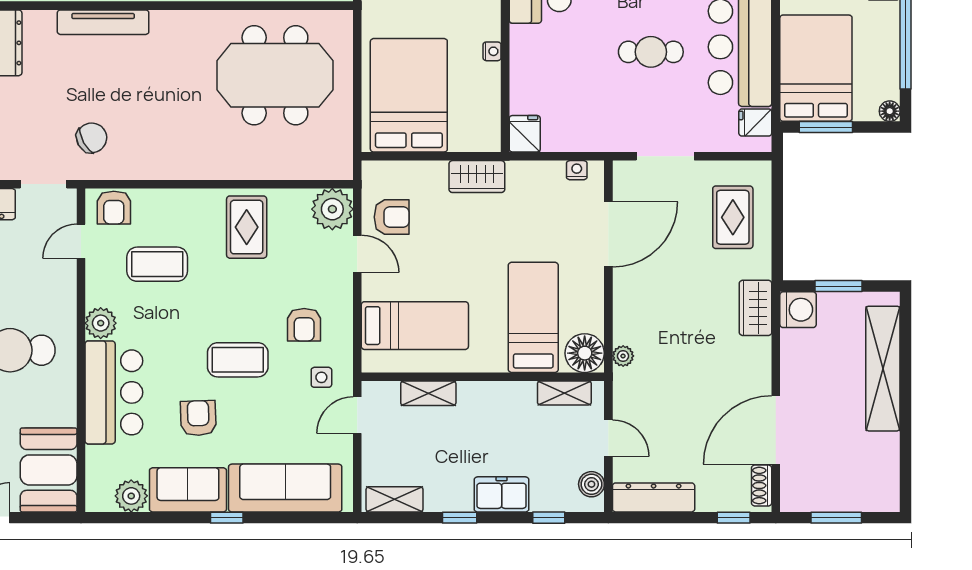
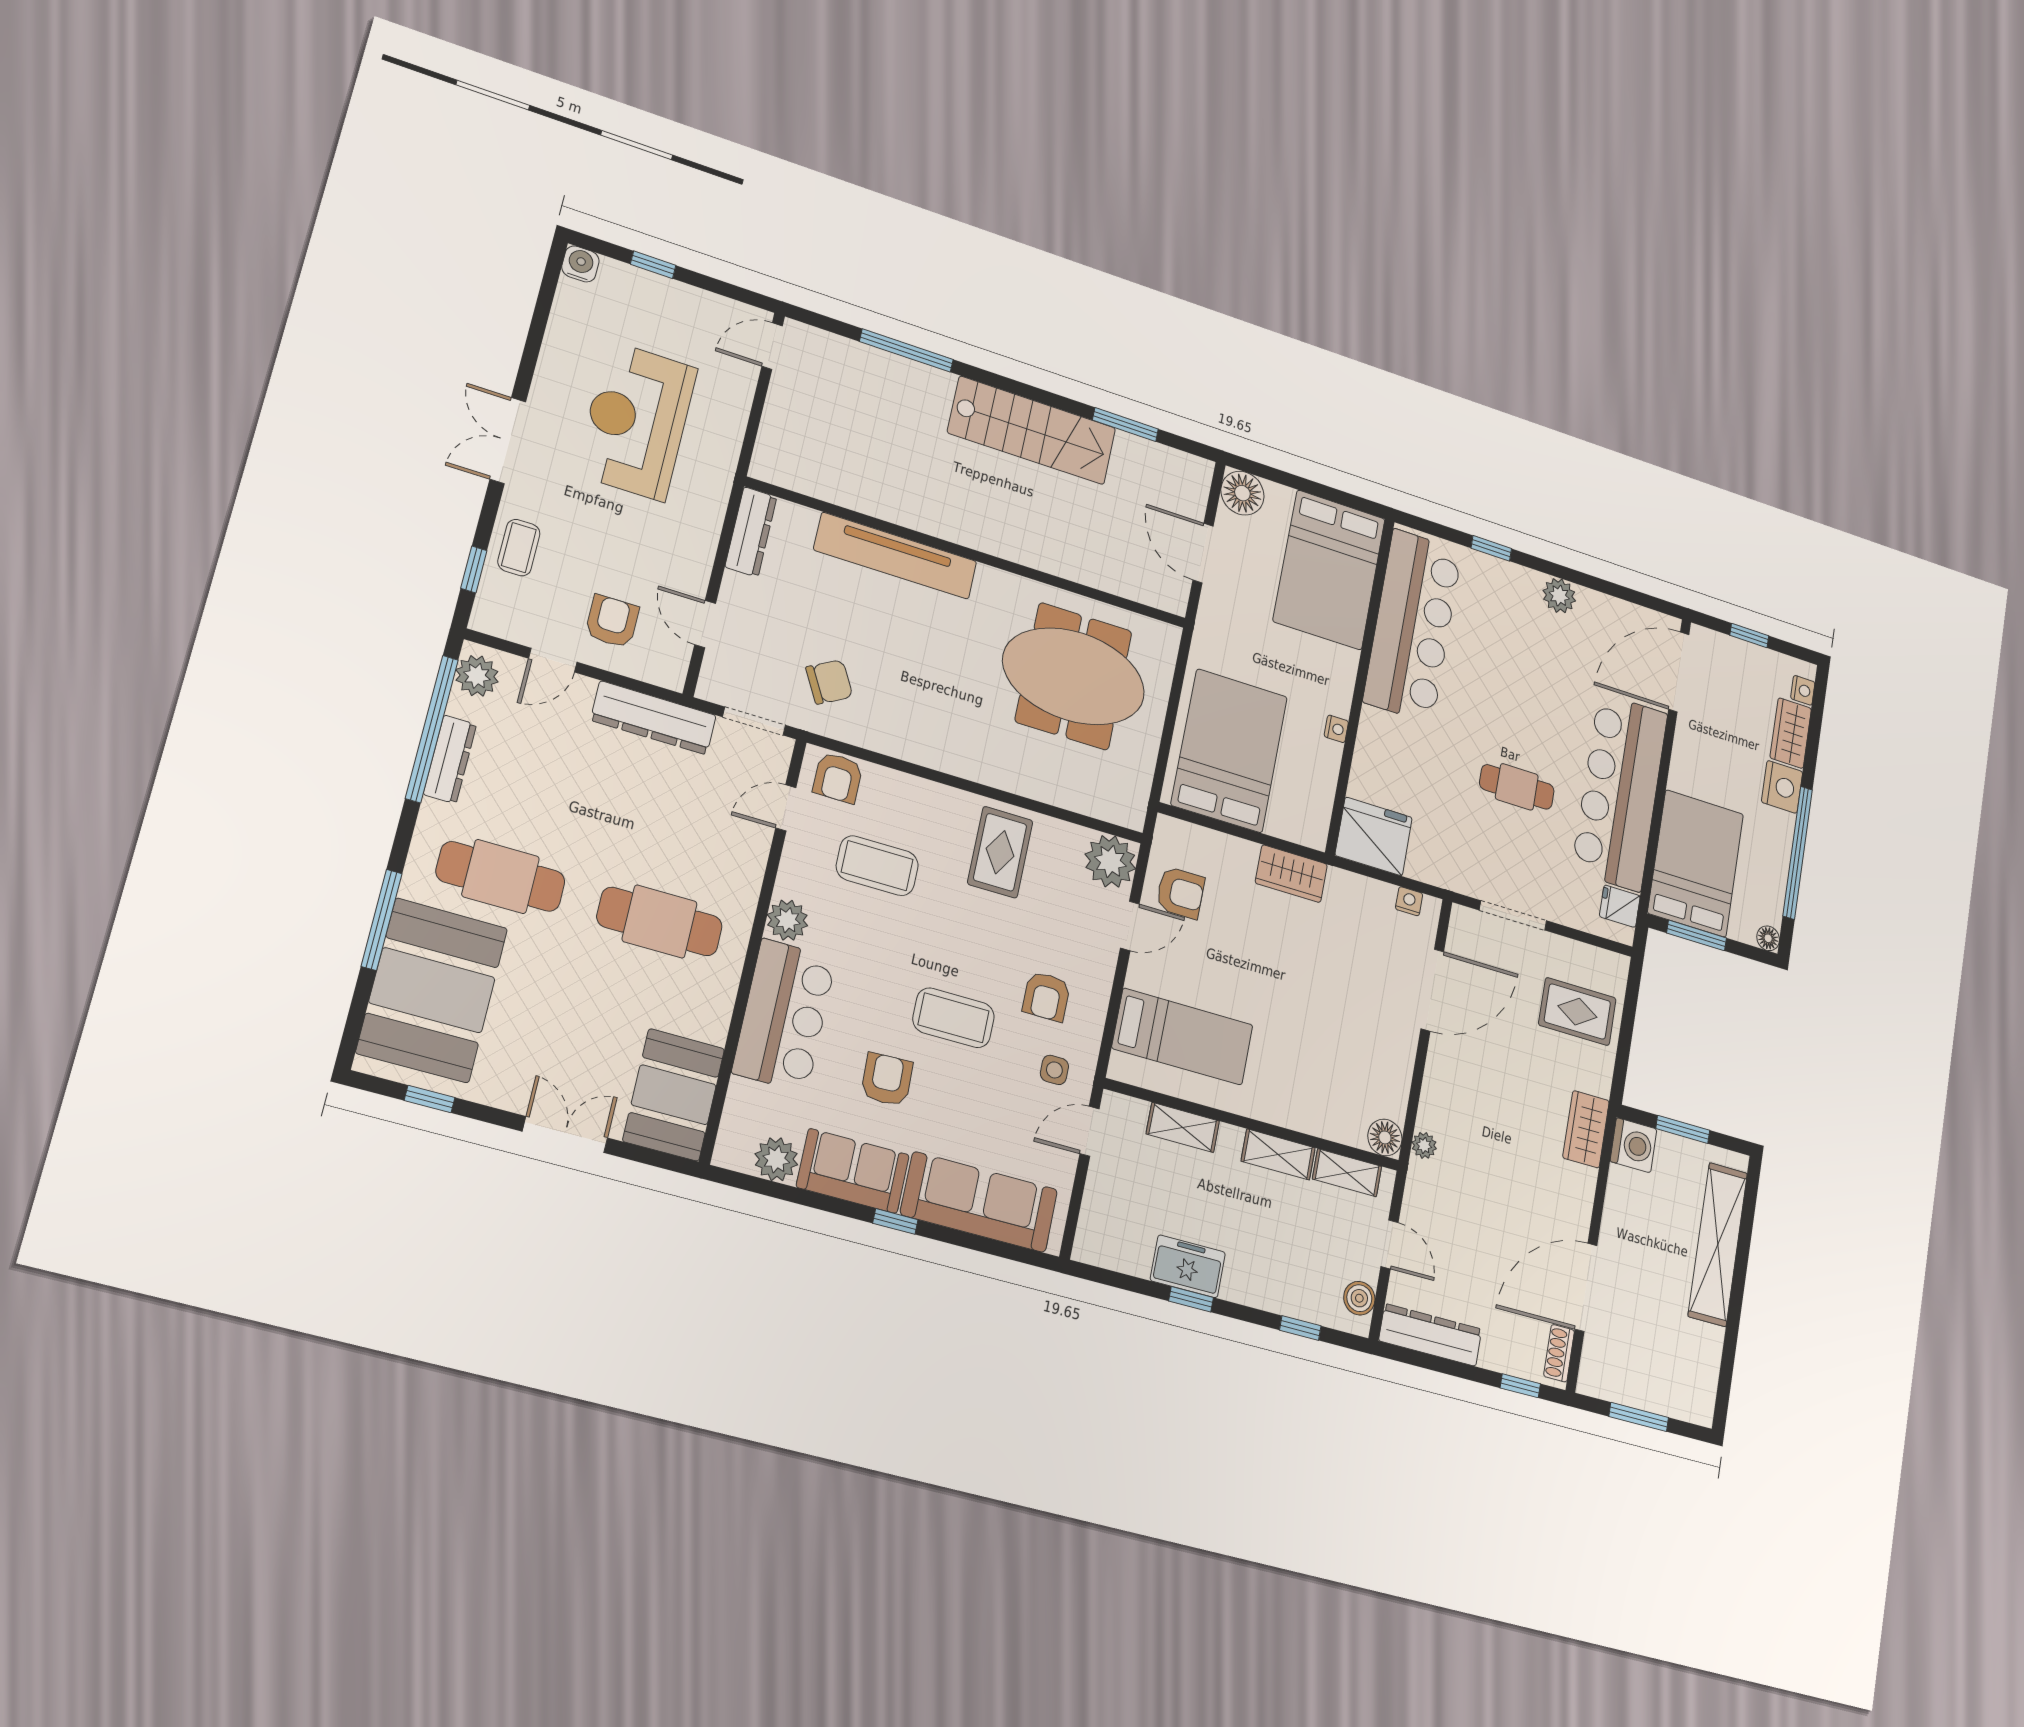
tv unit: (103, 22) -> (895, 556), width x1.36, depth x1.29
fridge: (525, 134) -> (1374, 836), width x1.88, depth x1.34
rug: (733, 217) -> (1577, 1012), turned 90
door: (357, 254) -> (1130, 926), hinge flipped
bed: (533, 317) -> (1327, 1067), removed
floor lamp: (585, 353) -> (1385, 1137), width x0.73, depth x0.73
freezer: (502, 494) -> (1188, 1266), moved
shelving: (395, 499) -> (1278, 1154), moved

